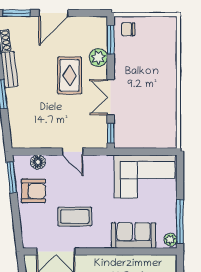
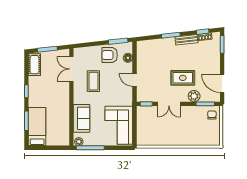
door: (54, 13) -> (222, 83), moved
double door: (111, 97) -> (169, 104), swing flipped
door: (73, 152) -> (135, 80), hinge flipped
armchair: (33, 191) -> (110, 55), turned 90

